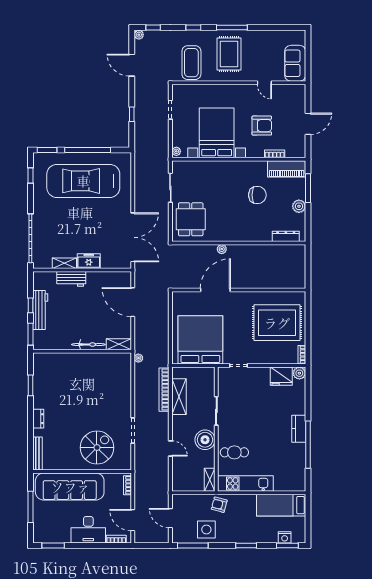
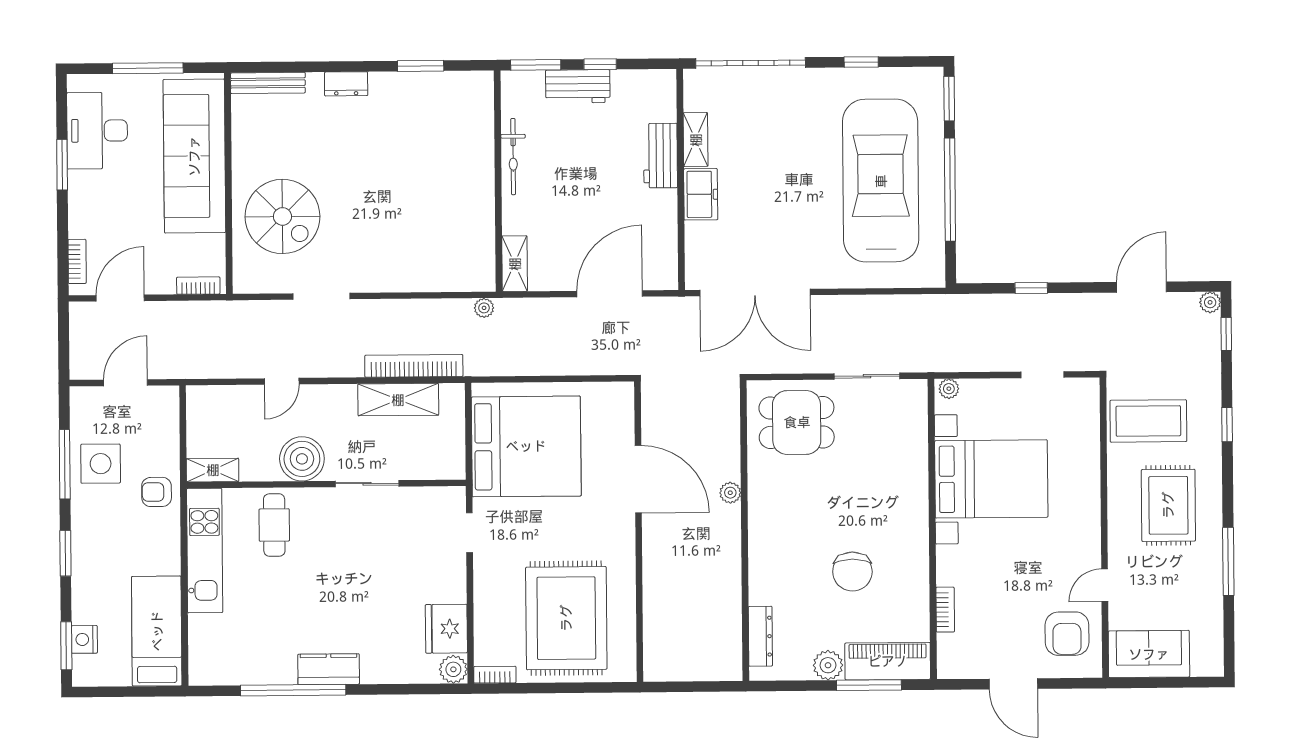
window: (232, 28) -> (1228, 562), moved
rug: (229, 54) -> (1168, 505), turned 90
armchair: (262, 126) -> (1067, 634), moved
piano: (287, 169) -> (888, 661), moved, turned 90
window: (30, 176) -> (861, 62), moved
workbench: (40, 310) -> (578, 86), width x0.73
bicycle: (88, 345) -> (513, 157), moved
armchair: (219, 505) -> (157, 492), turned -105
desk: (88, 530) -> (97, 131), moved
window: (53, 545) -> (62, 165), moved
window: (193, 545) -> (65, 464), moved

